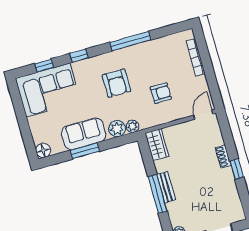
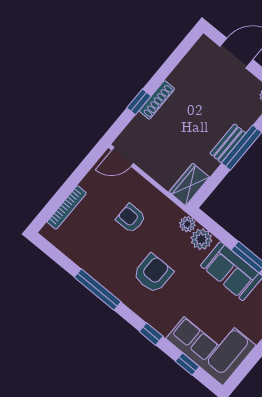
shoe rack: (223, 156) -> (157, 100), width x1.43
window: (237, 169) -> (139, 102), moved

